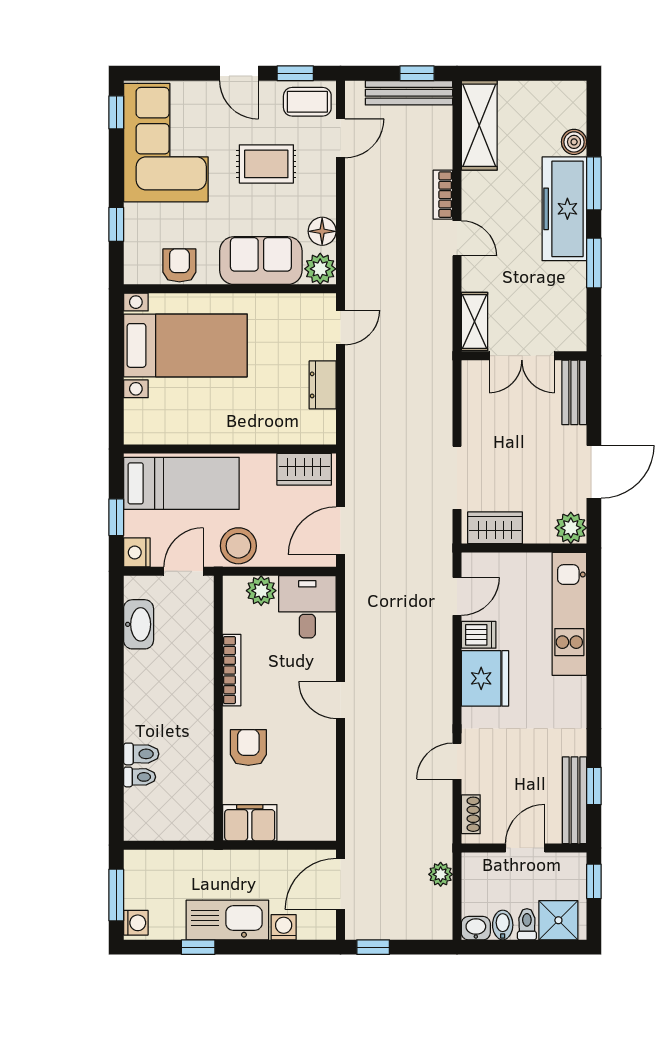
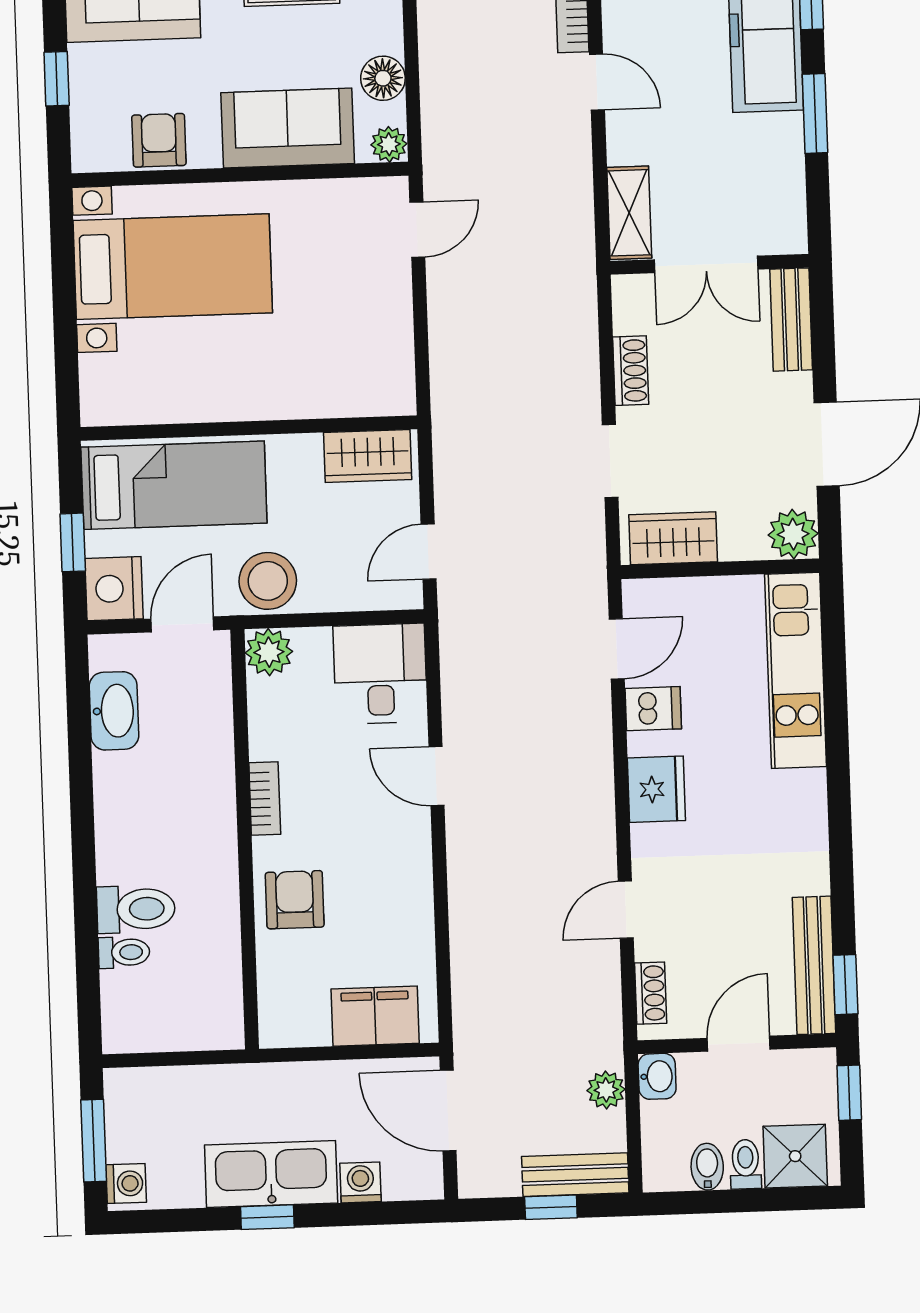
plant: (320, 269) -> (389, 144), width x0.73, depth x0.73
dresser: (323, 385) -> (392, 322), removed
shoe rack: (472, 421) -> (631, 371), added
doorway: (457, 478) -> (610, 461), width x0.73
door: (341, 531) -> (429, 552), width x0.73
nightstand: (137, 552) -> (114, 589), width x1.36, depth x1.33
plant: (261, 591) -> (269, 652), moved
bookcase: (232, 670) -> (265, 799), width x0.64
fridge: (485, 678) -> (656, 789), width x0.73, depth x0.75
door: (341, 700) -> (436, 776), moved
toilet: (141, 754) -> (136, 909), width x1.37, depth x1.39
window: (594, 786) -> (845, 985), moved
filing cabinet: (250, 823) -> (375, 1016), moved
door: (341, 884) -> (448, 1111), hinge flipped
bench: (419, 927) -> (575, 1175), added
washbasin: (476, 928) -> (657, 1076), moved, turned 90
window: (198, 947) -> (267, 1217), moved
window: (373, 947) -> (551, 1207), moved

